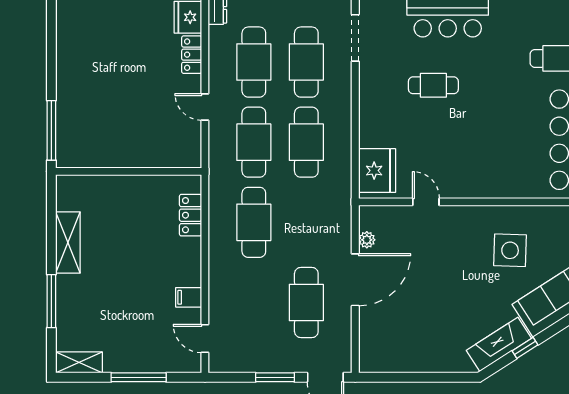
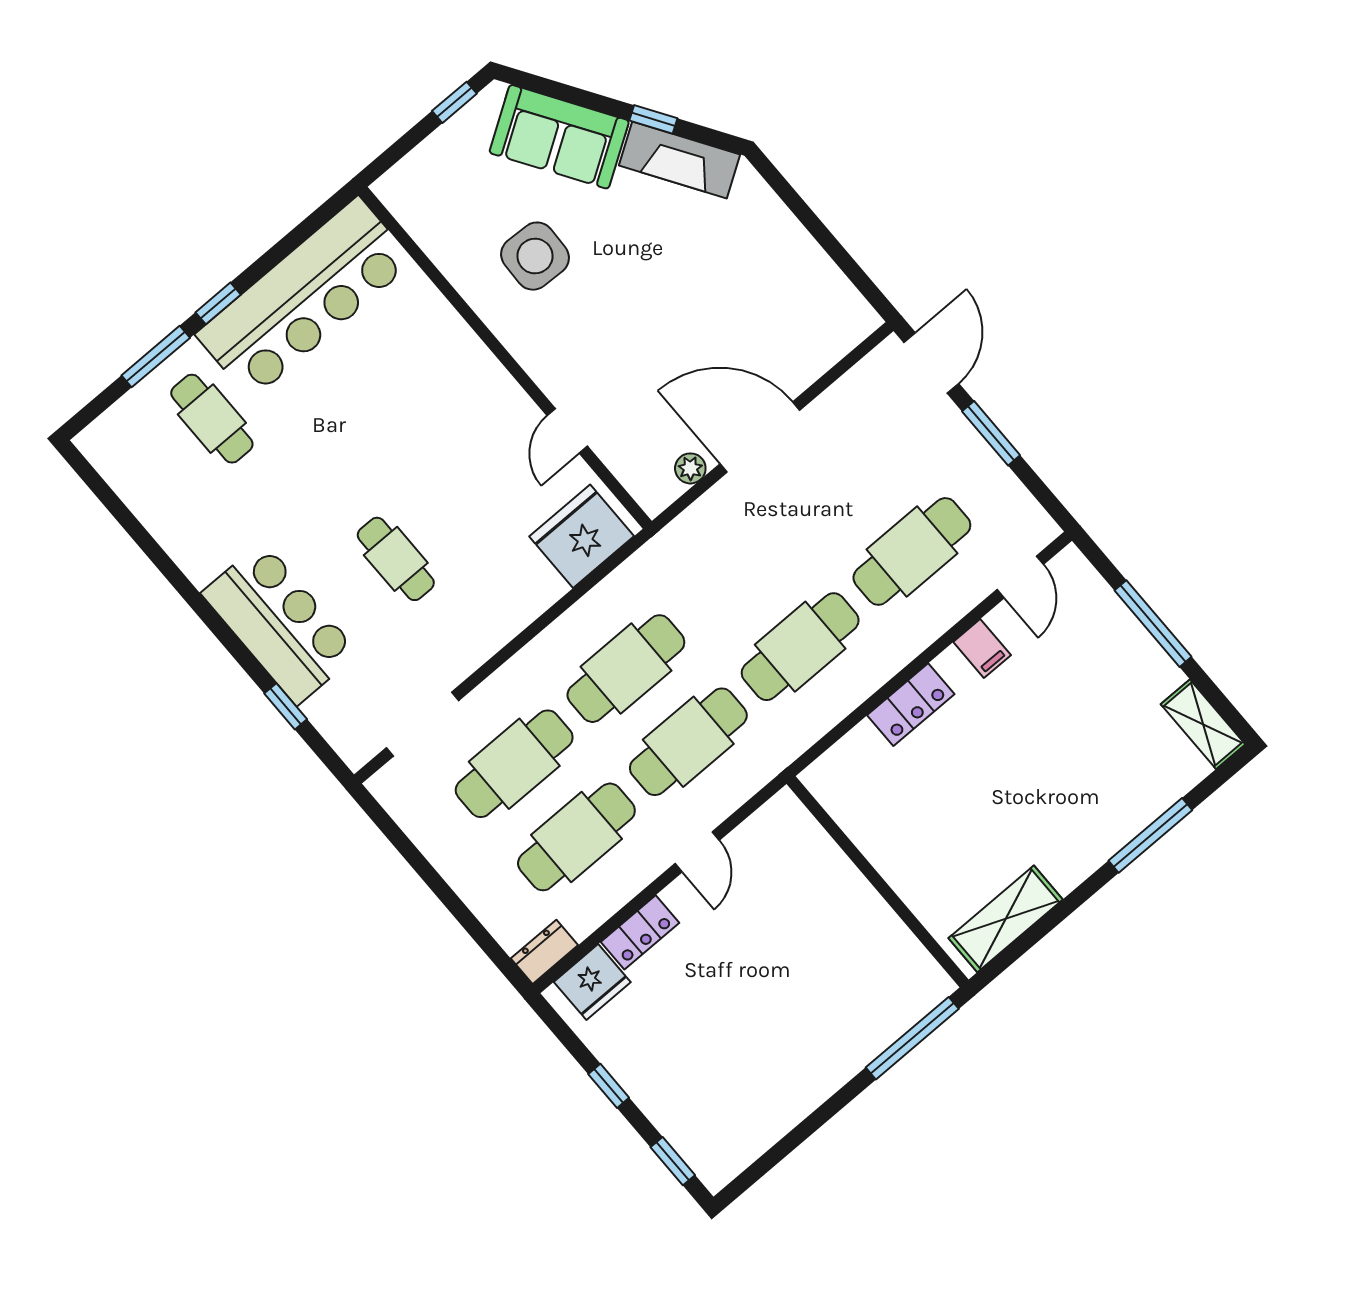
locker: (191, 215) -> (911, 705), moved
shelving: (68, 242) -> (1006, 919), moved
cafe table: (306, 303) -> (912, 551), moved

